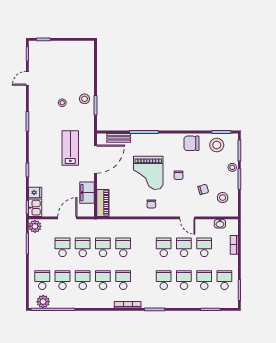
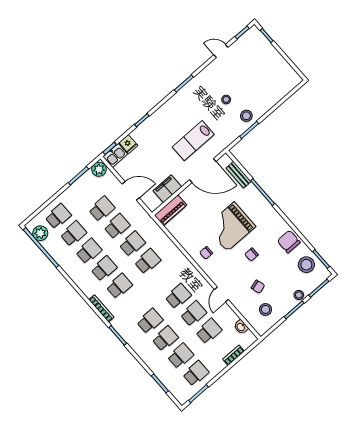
lab bench: (70, 148) -> (193, 141), turned 180

